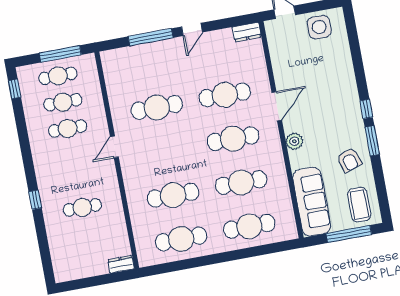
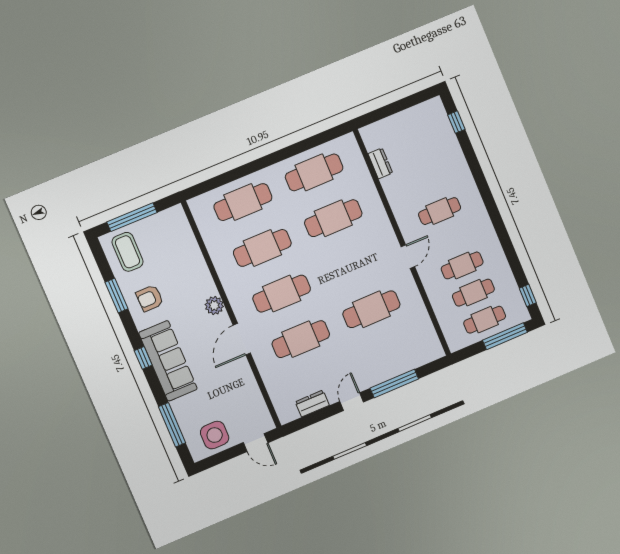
dresser: (247, 32) -> (312, 404), moved
window: (354, 45) -> (172, 425), added
window: (60, 54) -> (505, 336), moved
window: (372, 141) -> (117, 296), moved
armchair: (349, 160) -> (150, 298), turned -73
window: (35, 200) -> (456, 122), moved
sofa: (311, 202) -> (168, 361), moved, turned 180
cafe table: (82, 207) -> (440, 211), moved
dresser: (121, 264) -> (380, 163), moved, turned -90

